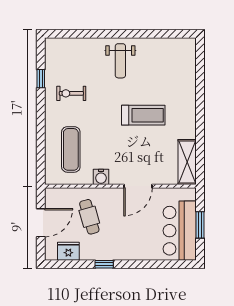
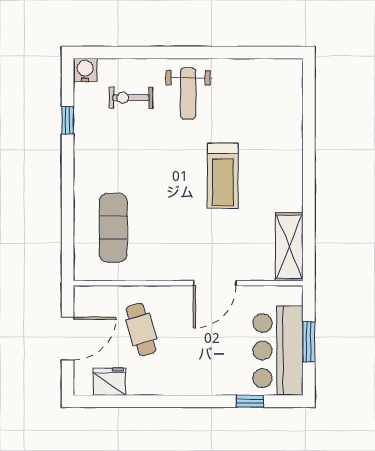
exercise bike: (71, 93) -> (131, 98), moved
treadmill: (143, 115) -> (223, 176), turned 90
water cooler: (101, 177) -> (85, 70), moved, turned 180
window: (104, 264) -> (250, 401), moved

